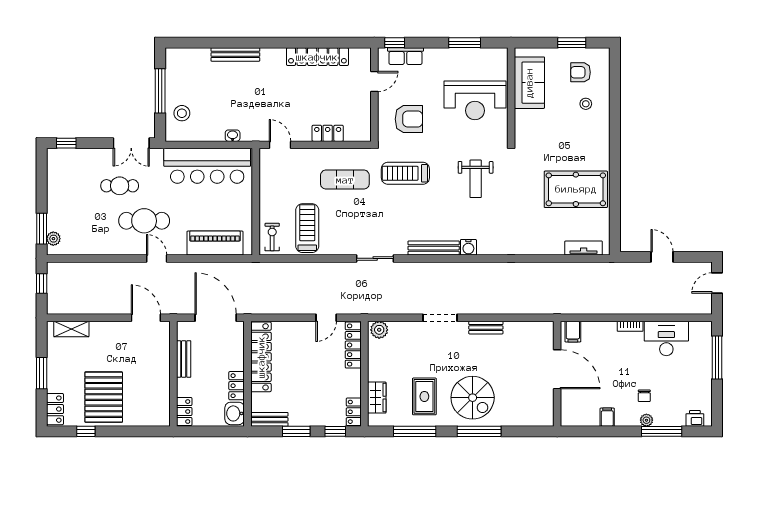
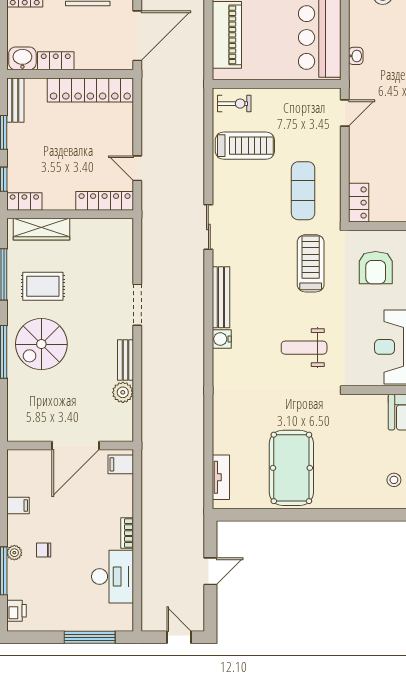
locker: (328, 133) -> (359, 203), moved
plant: (379, 330) -> (123, 392), moved
wardrobe: (377, 398) -> (41, 229), width x1.50

